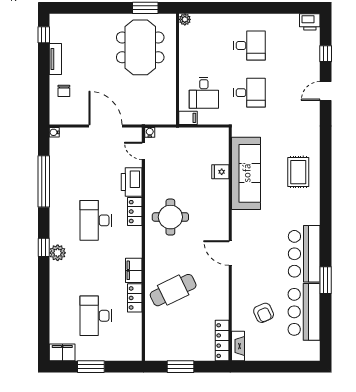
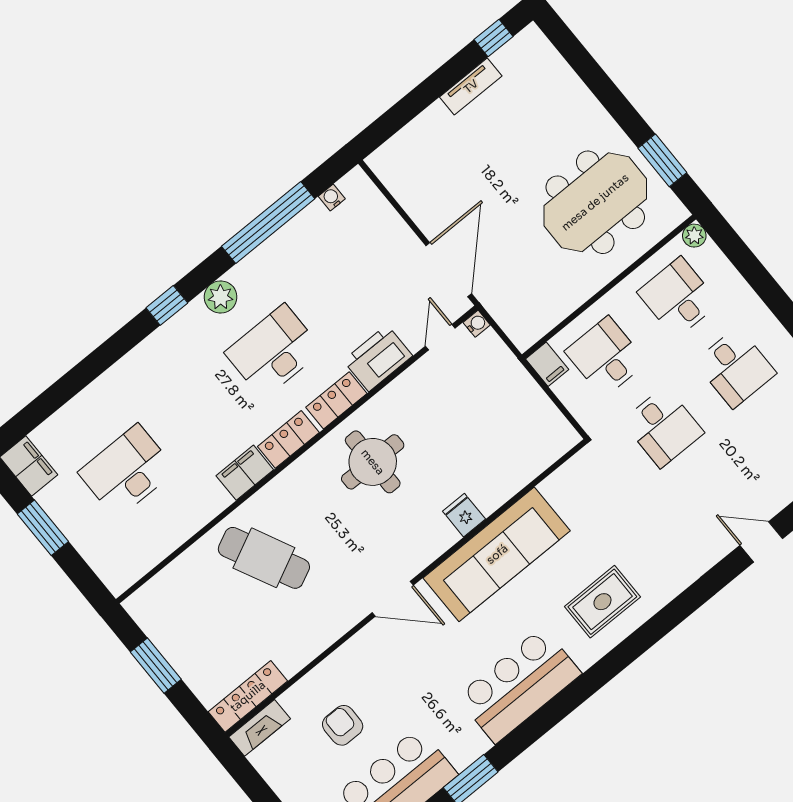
desk: (204, 45) -> (678, 298), added
chair: (64, 91) -> (432, 140), removed
desk: (204, 93) -> (606, 357), turned 90
door: (106, 126) -> (449, 270), moved
water cooler: (54, 132) -> (332, 197), moved
fridge: (220, 172) -> (464, 515), moved
sofa: (246, 173) -> (497, 554), moved
plant: (58, 253) -> (221, 297), moved
door: (230, 253) -> (393, 599), swing flipped
bar counter: (304, 254) -> (519, 685), moved
locker: (135, 298) -> (288, 439), moved
armchair: (264, 313) -> (343, 725), turned 114

